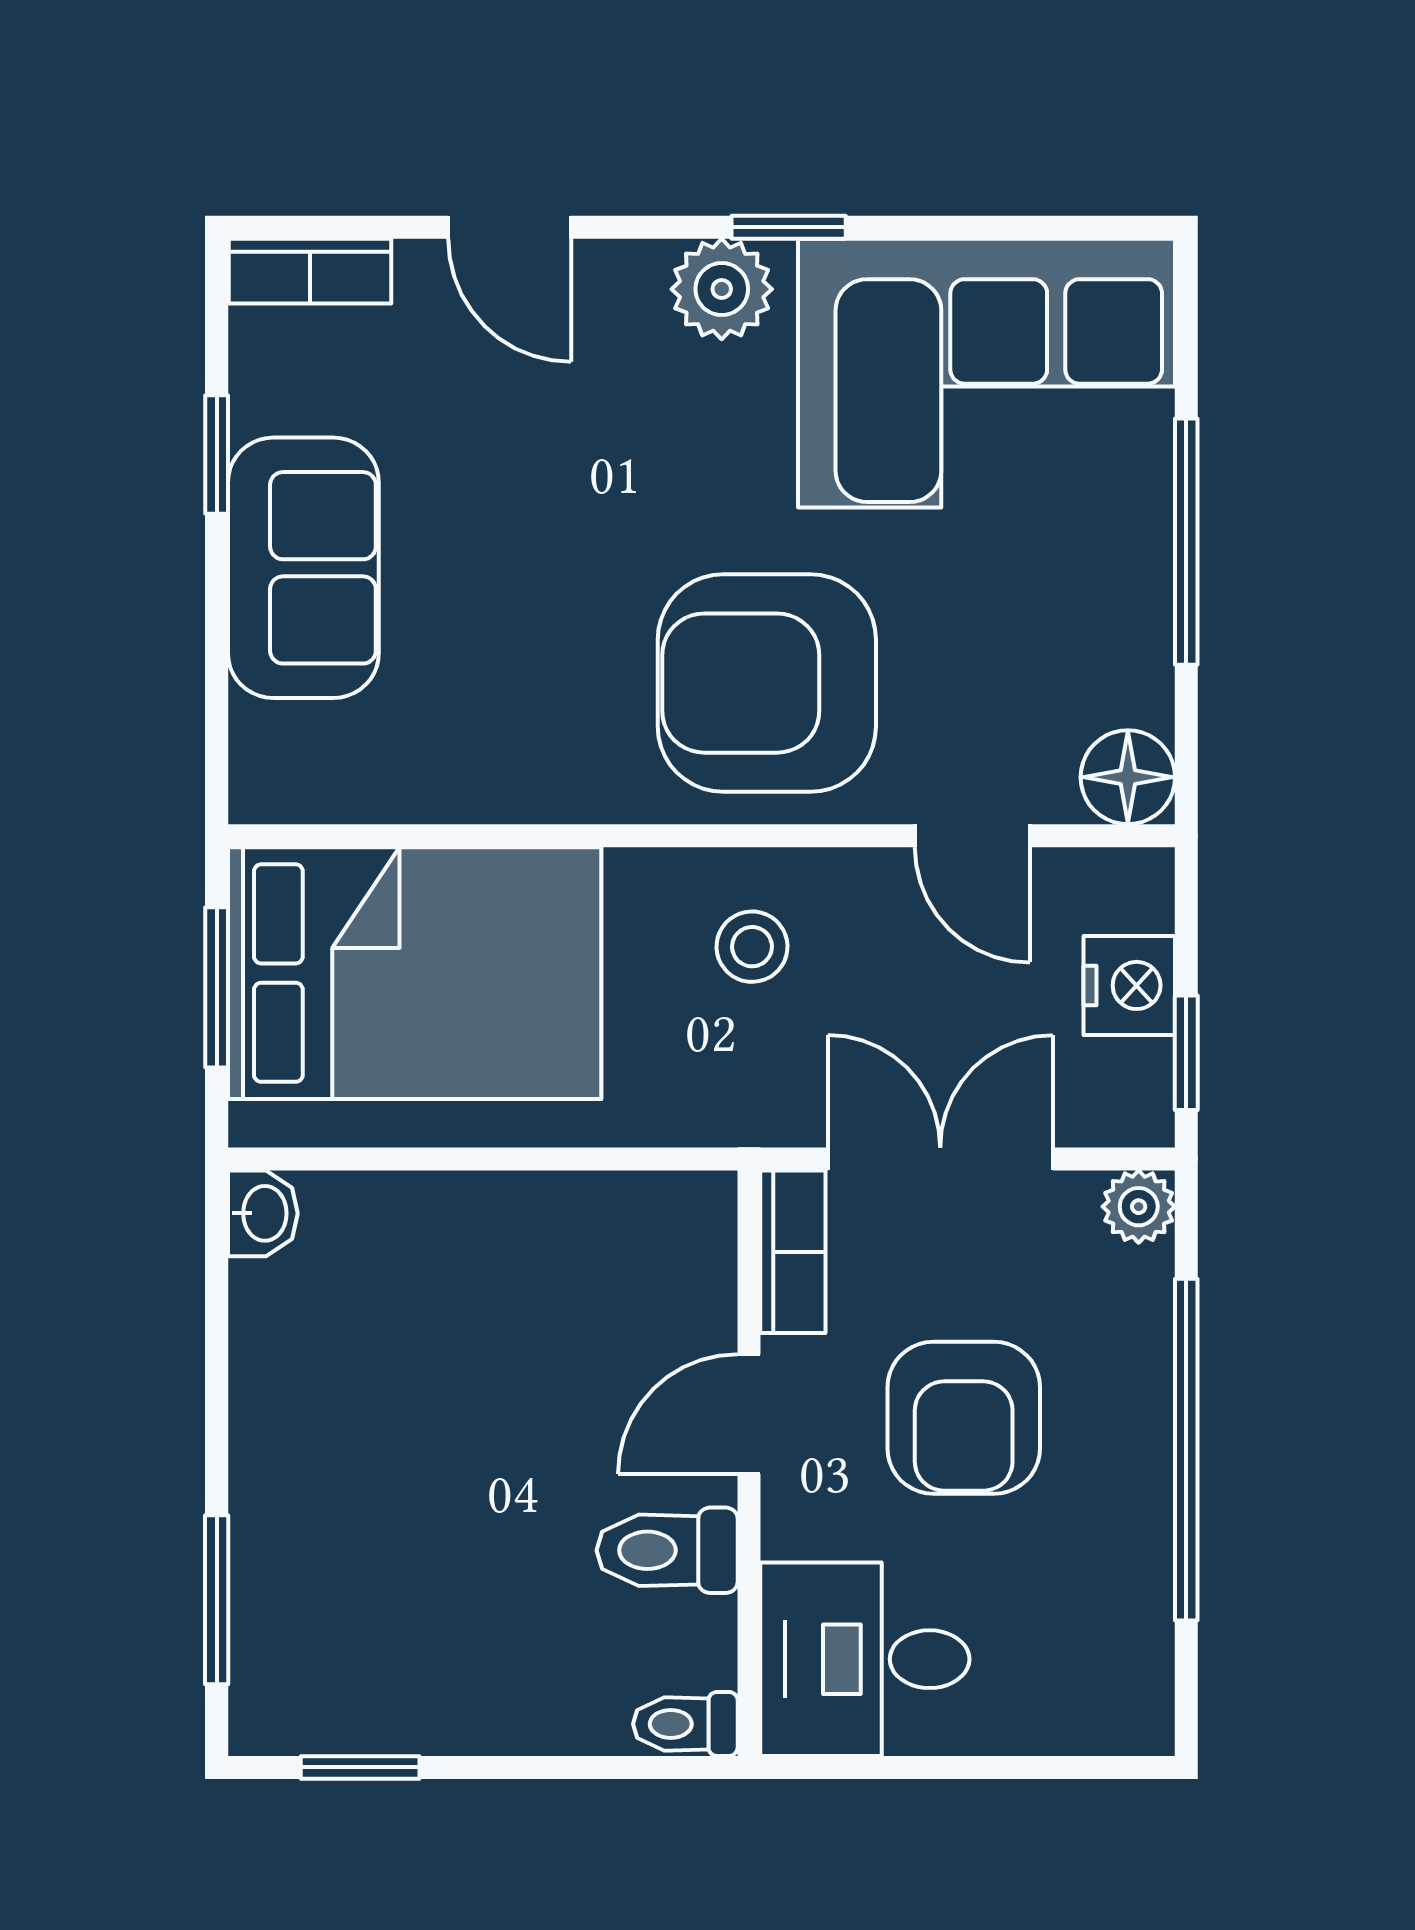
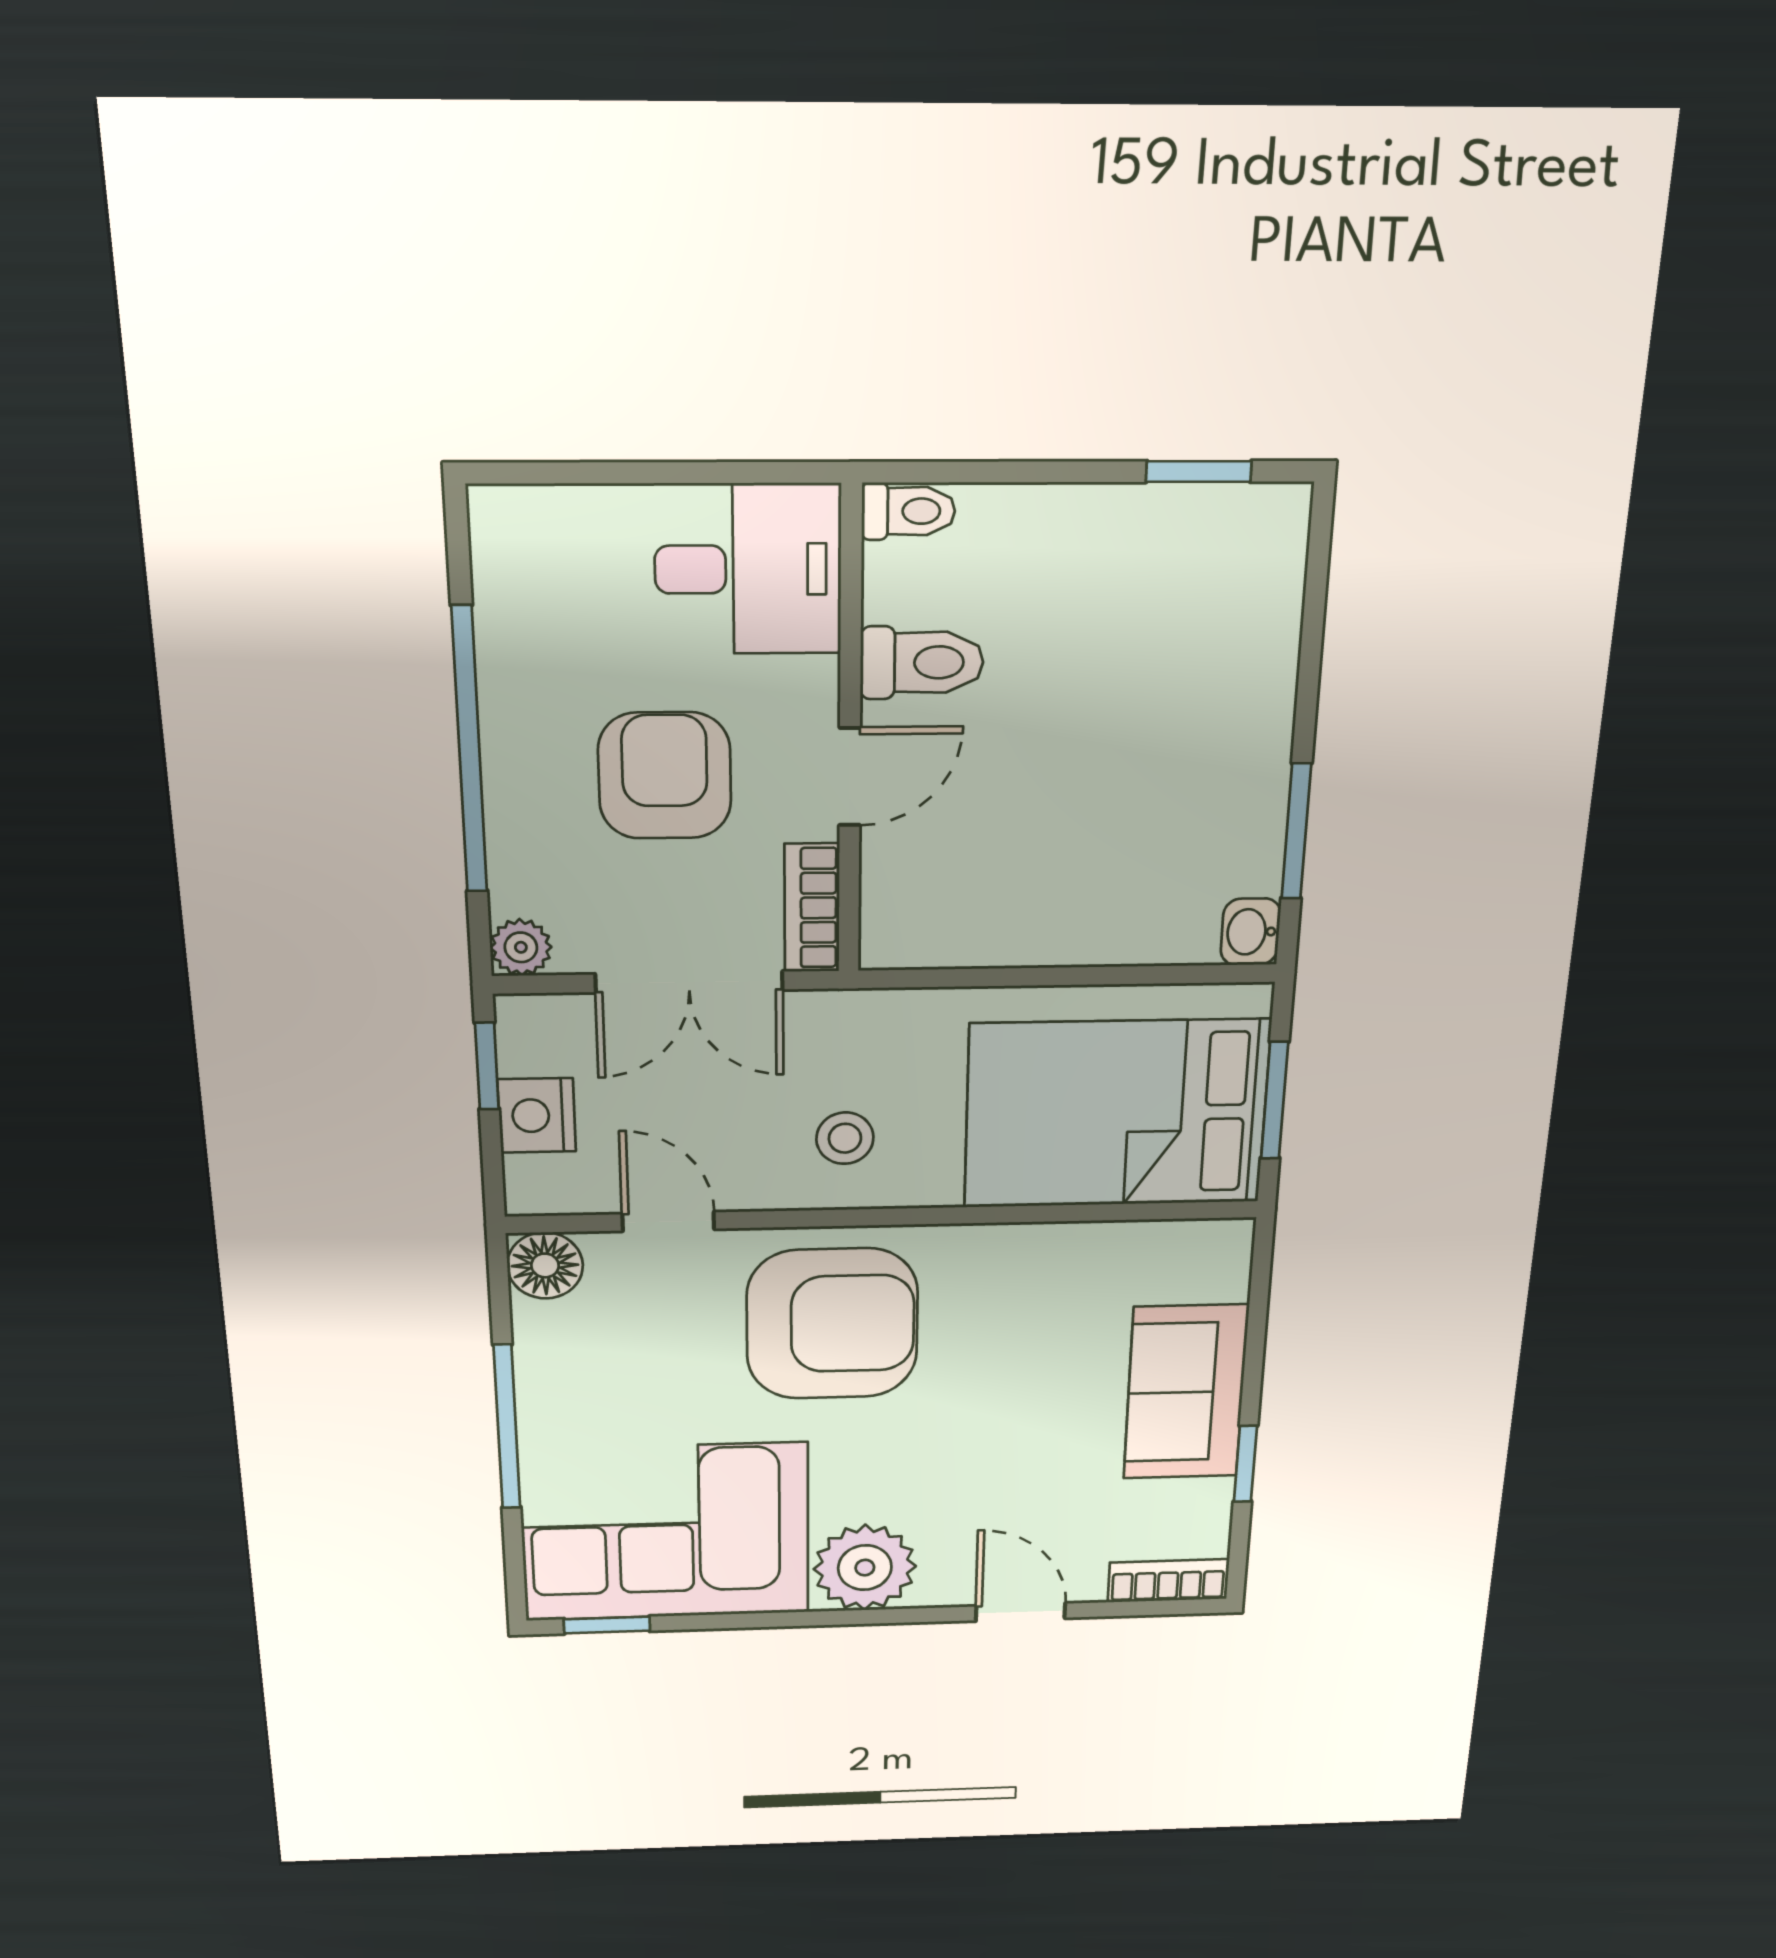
window: (789, 227) -> (607, 1625), moved
plant: (722, 289) -> (865, 1568), width x1.36, depth x1.36
window: (217, 1600) -> (1296, 831), moved

